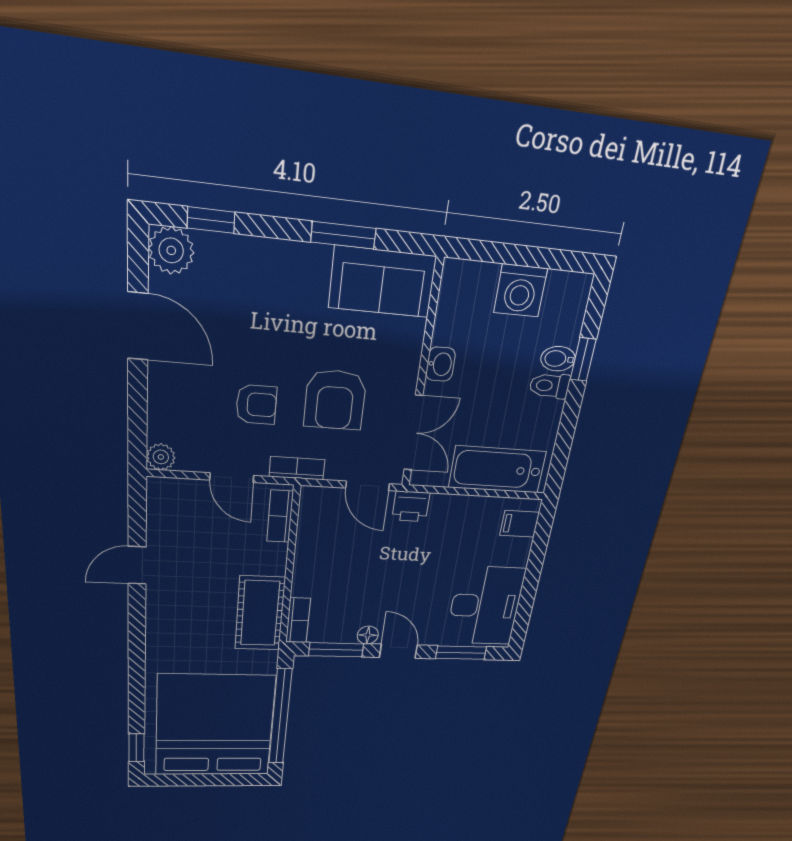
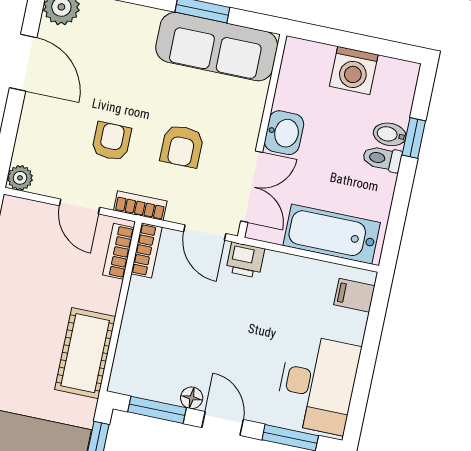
sofa: (382, 282) -> (217, 47), width x1.36
washbasin: (440, 364) -> (284, 133), width x1.38, depth x1.45
armchair: (335, 400) -> (182, 146), width x0.72, depth x0.72
armchair: (256, 405) -> (111, 141), turned -90
bookcase: (298, 620) -> (147, 250), moved

